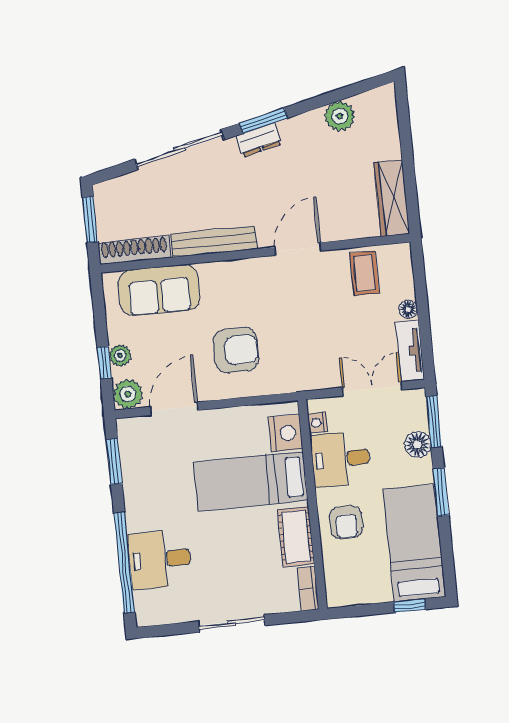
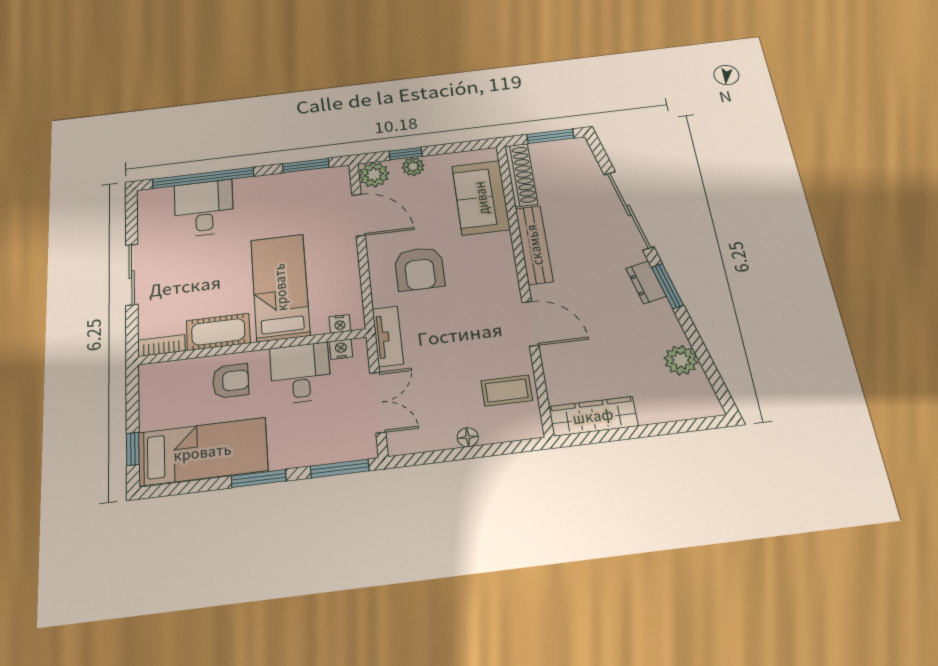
tv unit: (410, 351) -> (388, 336), moved, turned 90
nightstand: (285, 433) -> (340, 324), width x0.53, depth x0.56
floor lamp: (418, 444) -> (314, 452), removed
armchair: (346, 522) -> (231, 381), turned 180

